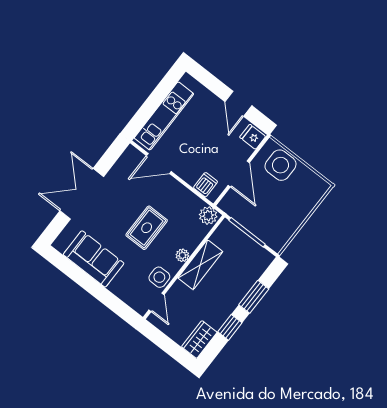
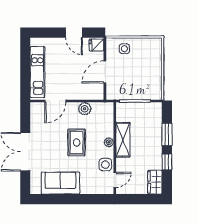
side table: (281, 165) -> (124, 49), width x0.54, depth x0.54
door: (239, 174) -> (105, 72), swing flipped
dishwasher: (206, 185) -> (91, 92), removed
plant: (208, 216) -> (85, 109), moved
door: (157, 302) -> (115, 180), hinge flipped

